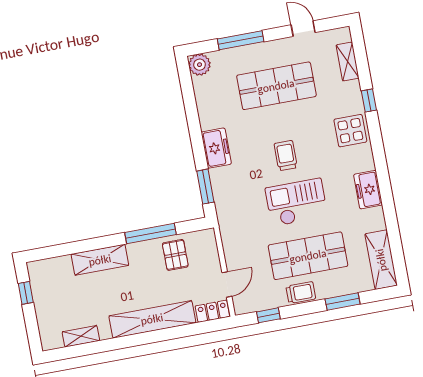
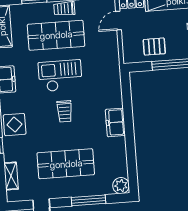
window: (205, 187) -> (126, 95), removed
checkout: (296, 202) -> (60, 76), turned 180
pallet: (175, 255) -> (154, 47), turned 90

